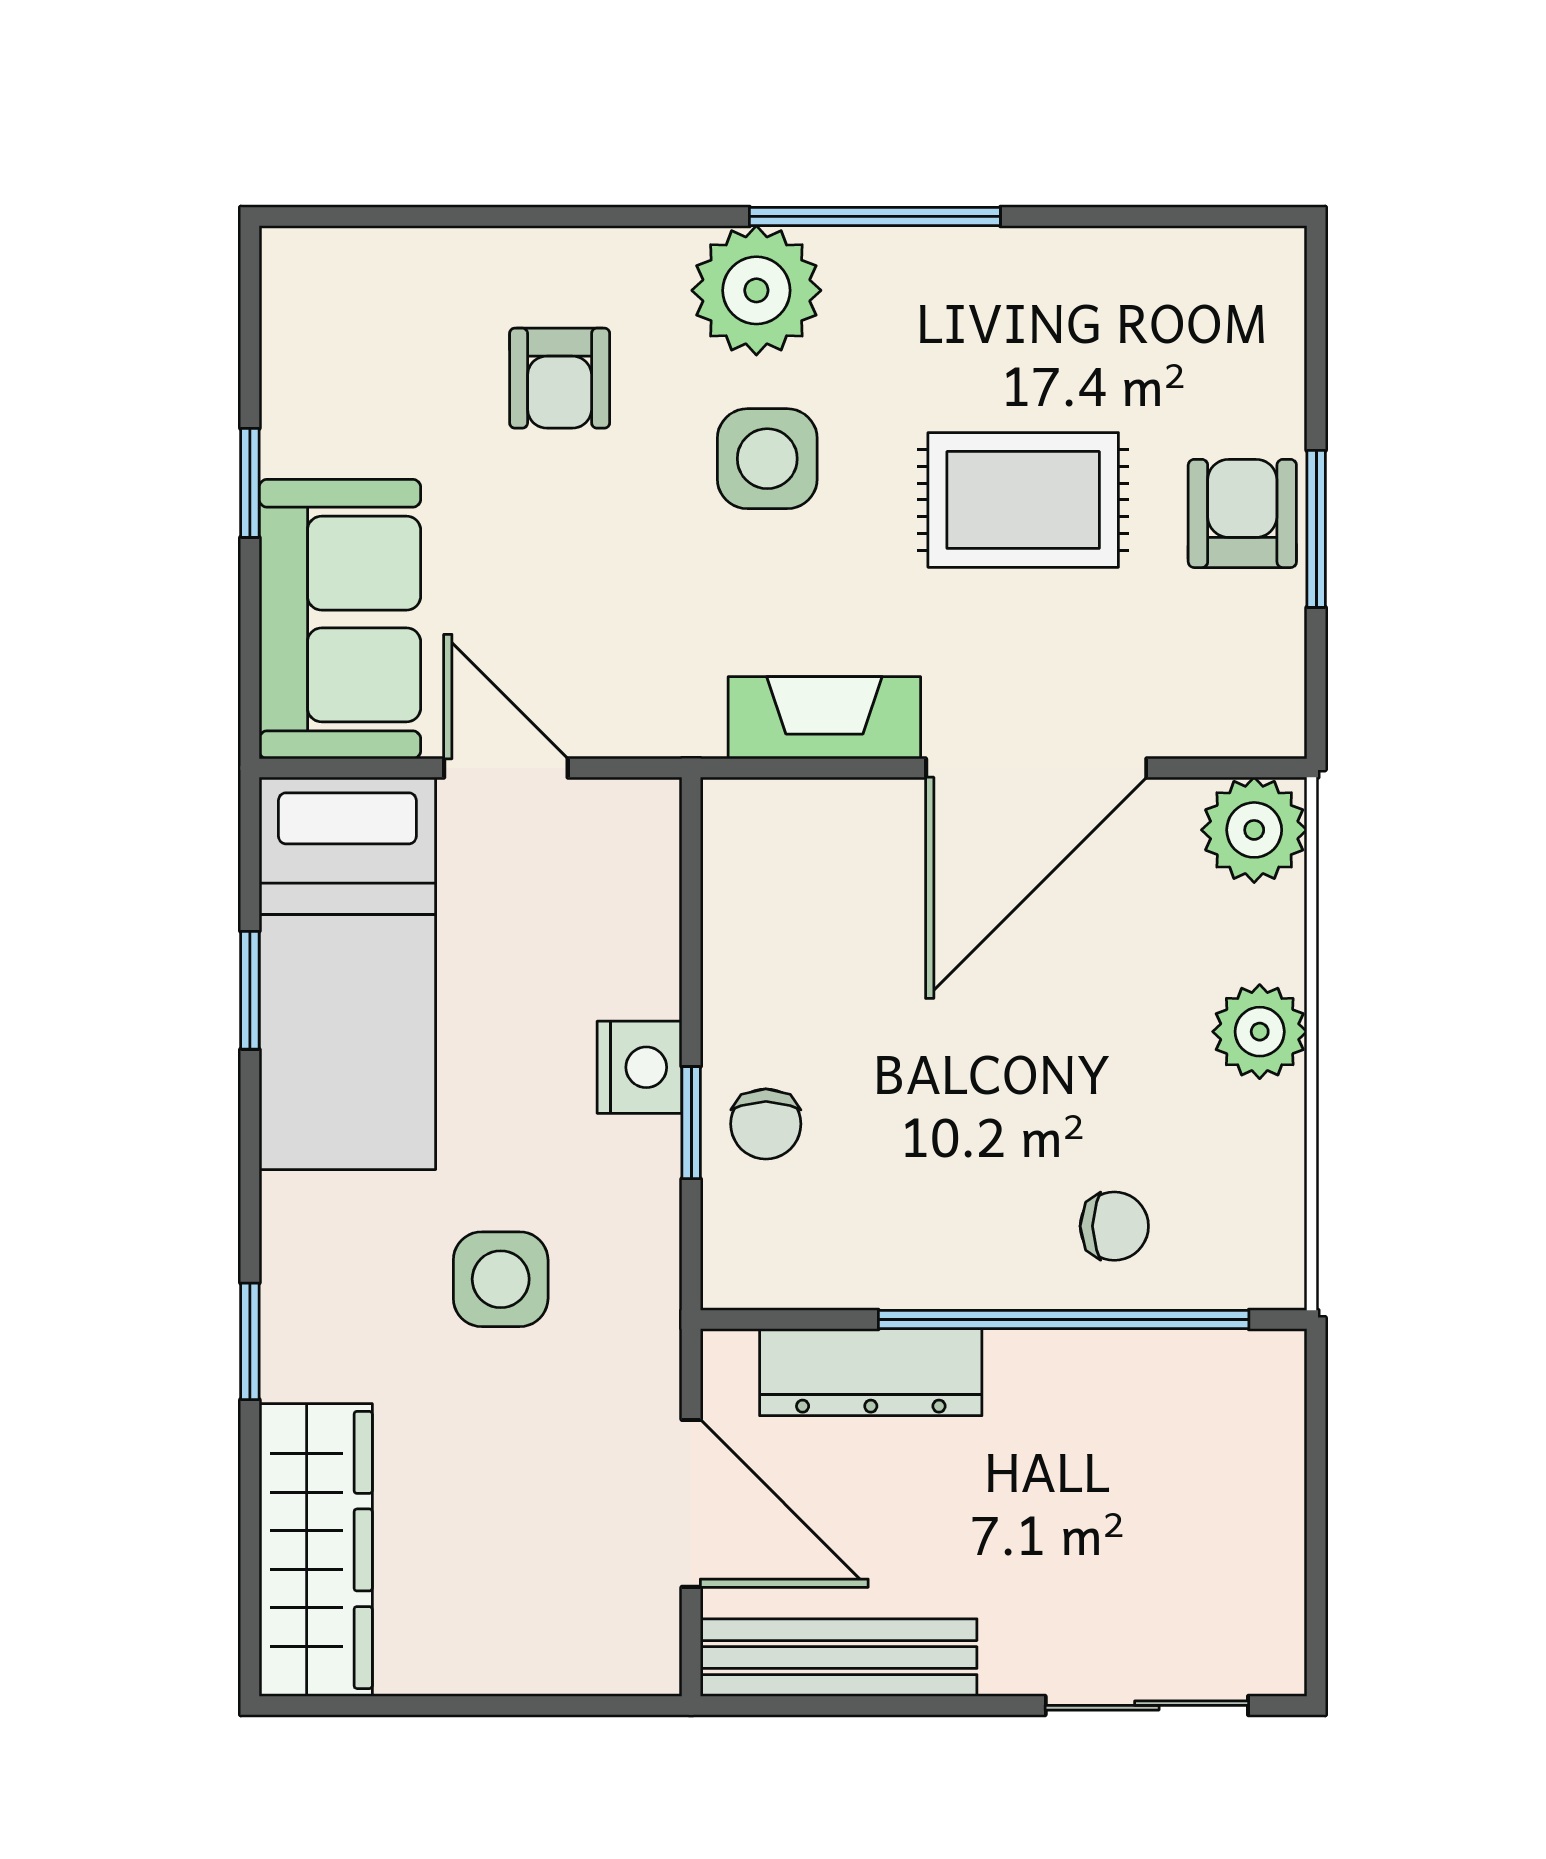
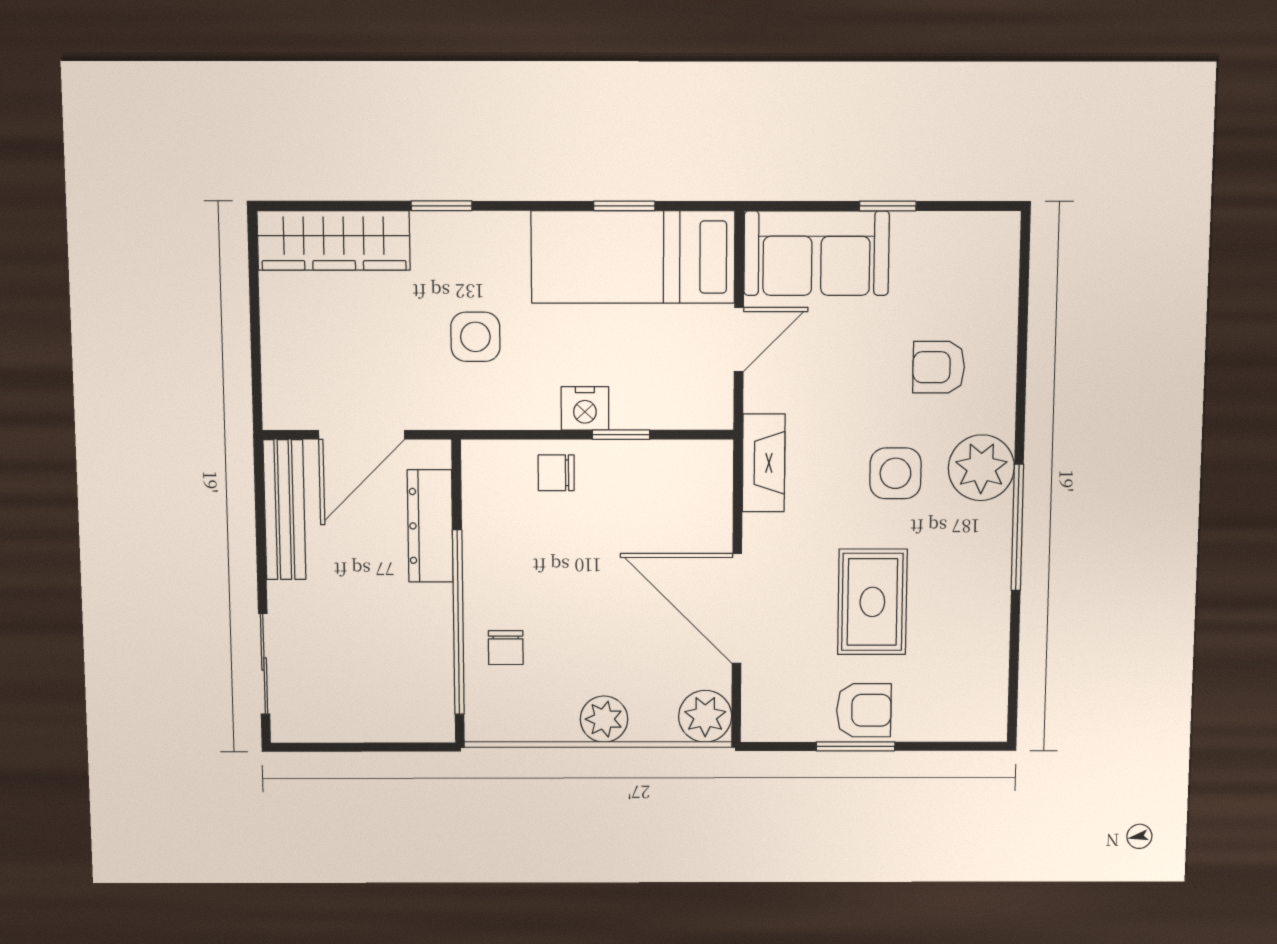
fireplace: (824, 718) -> (764, 463), moved
window: (691, 1123) -> (621, 435), moved

